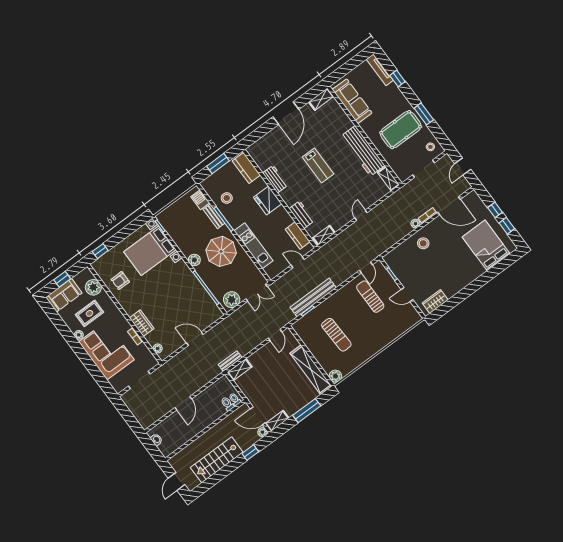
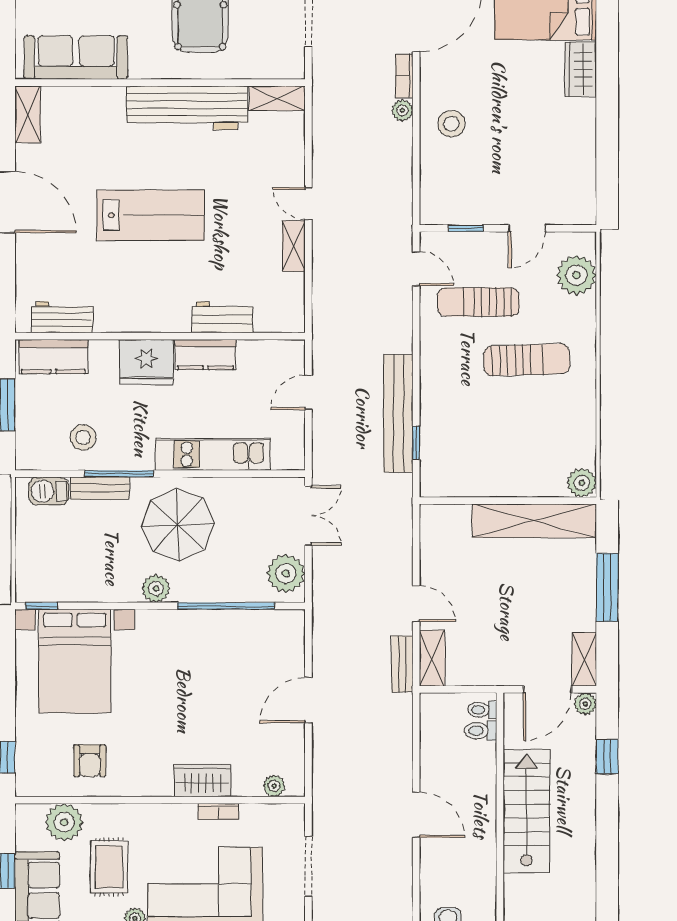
lab bench: (318, 165) -> (151, 215), width x1.36, depth x1.39
workbench: (275, 179) -> (62, 317), moved
kitchen counter: (298, 235) -> (205, 354), moved
shelving: (324, 235) -> (294, 246), moved
wardrobe: (435, 301) -> (581, 69), moved
plant: (404, 323) -> (576, 275), added
door: (275, 335) -> (416, 604), moved
sun lounger: (336, 335) -> (527, 360), moved
stairs: (217, 460) -> (526, 811), moved, turned 180

